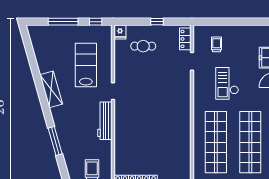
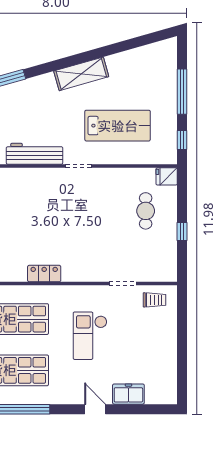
locker: (185, 39) -> (44, 274), moved
trolley: (217, 44) -> (155, 300), moved
checkout: (227, 83) -> (90, 336), turned -90

